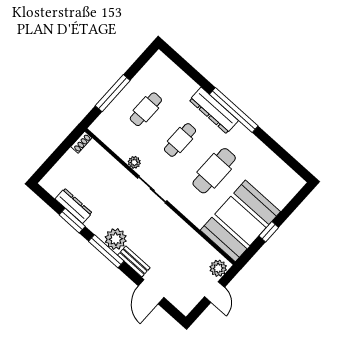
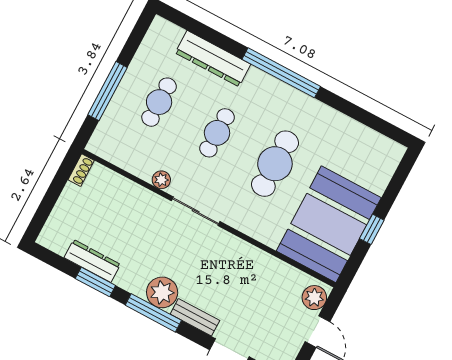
dresser: (214, 110) -> (213, 59), moved

